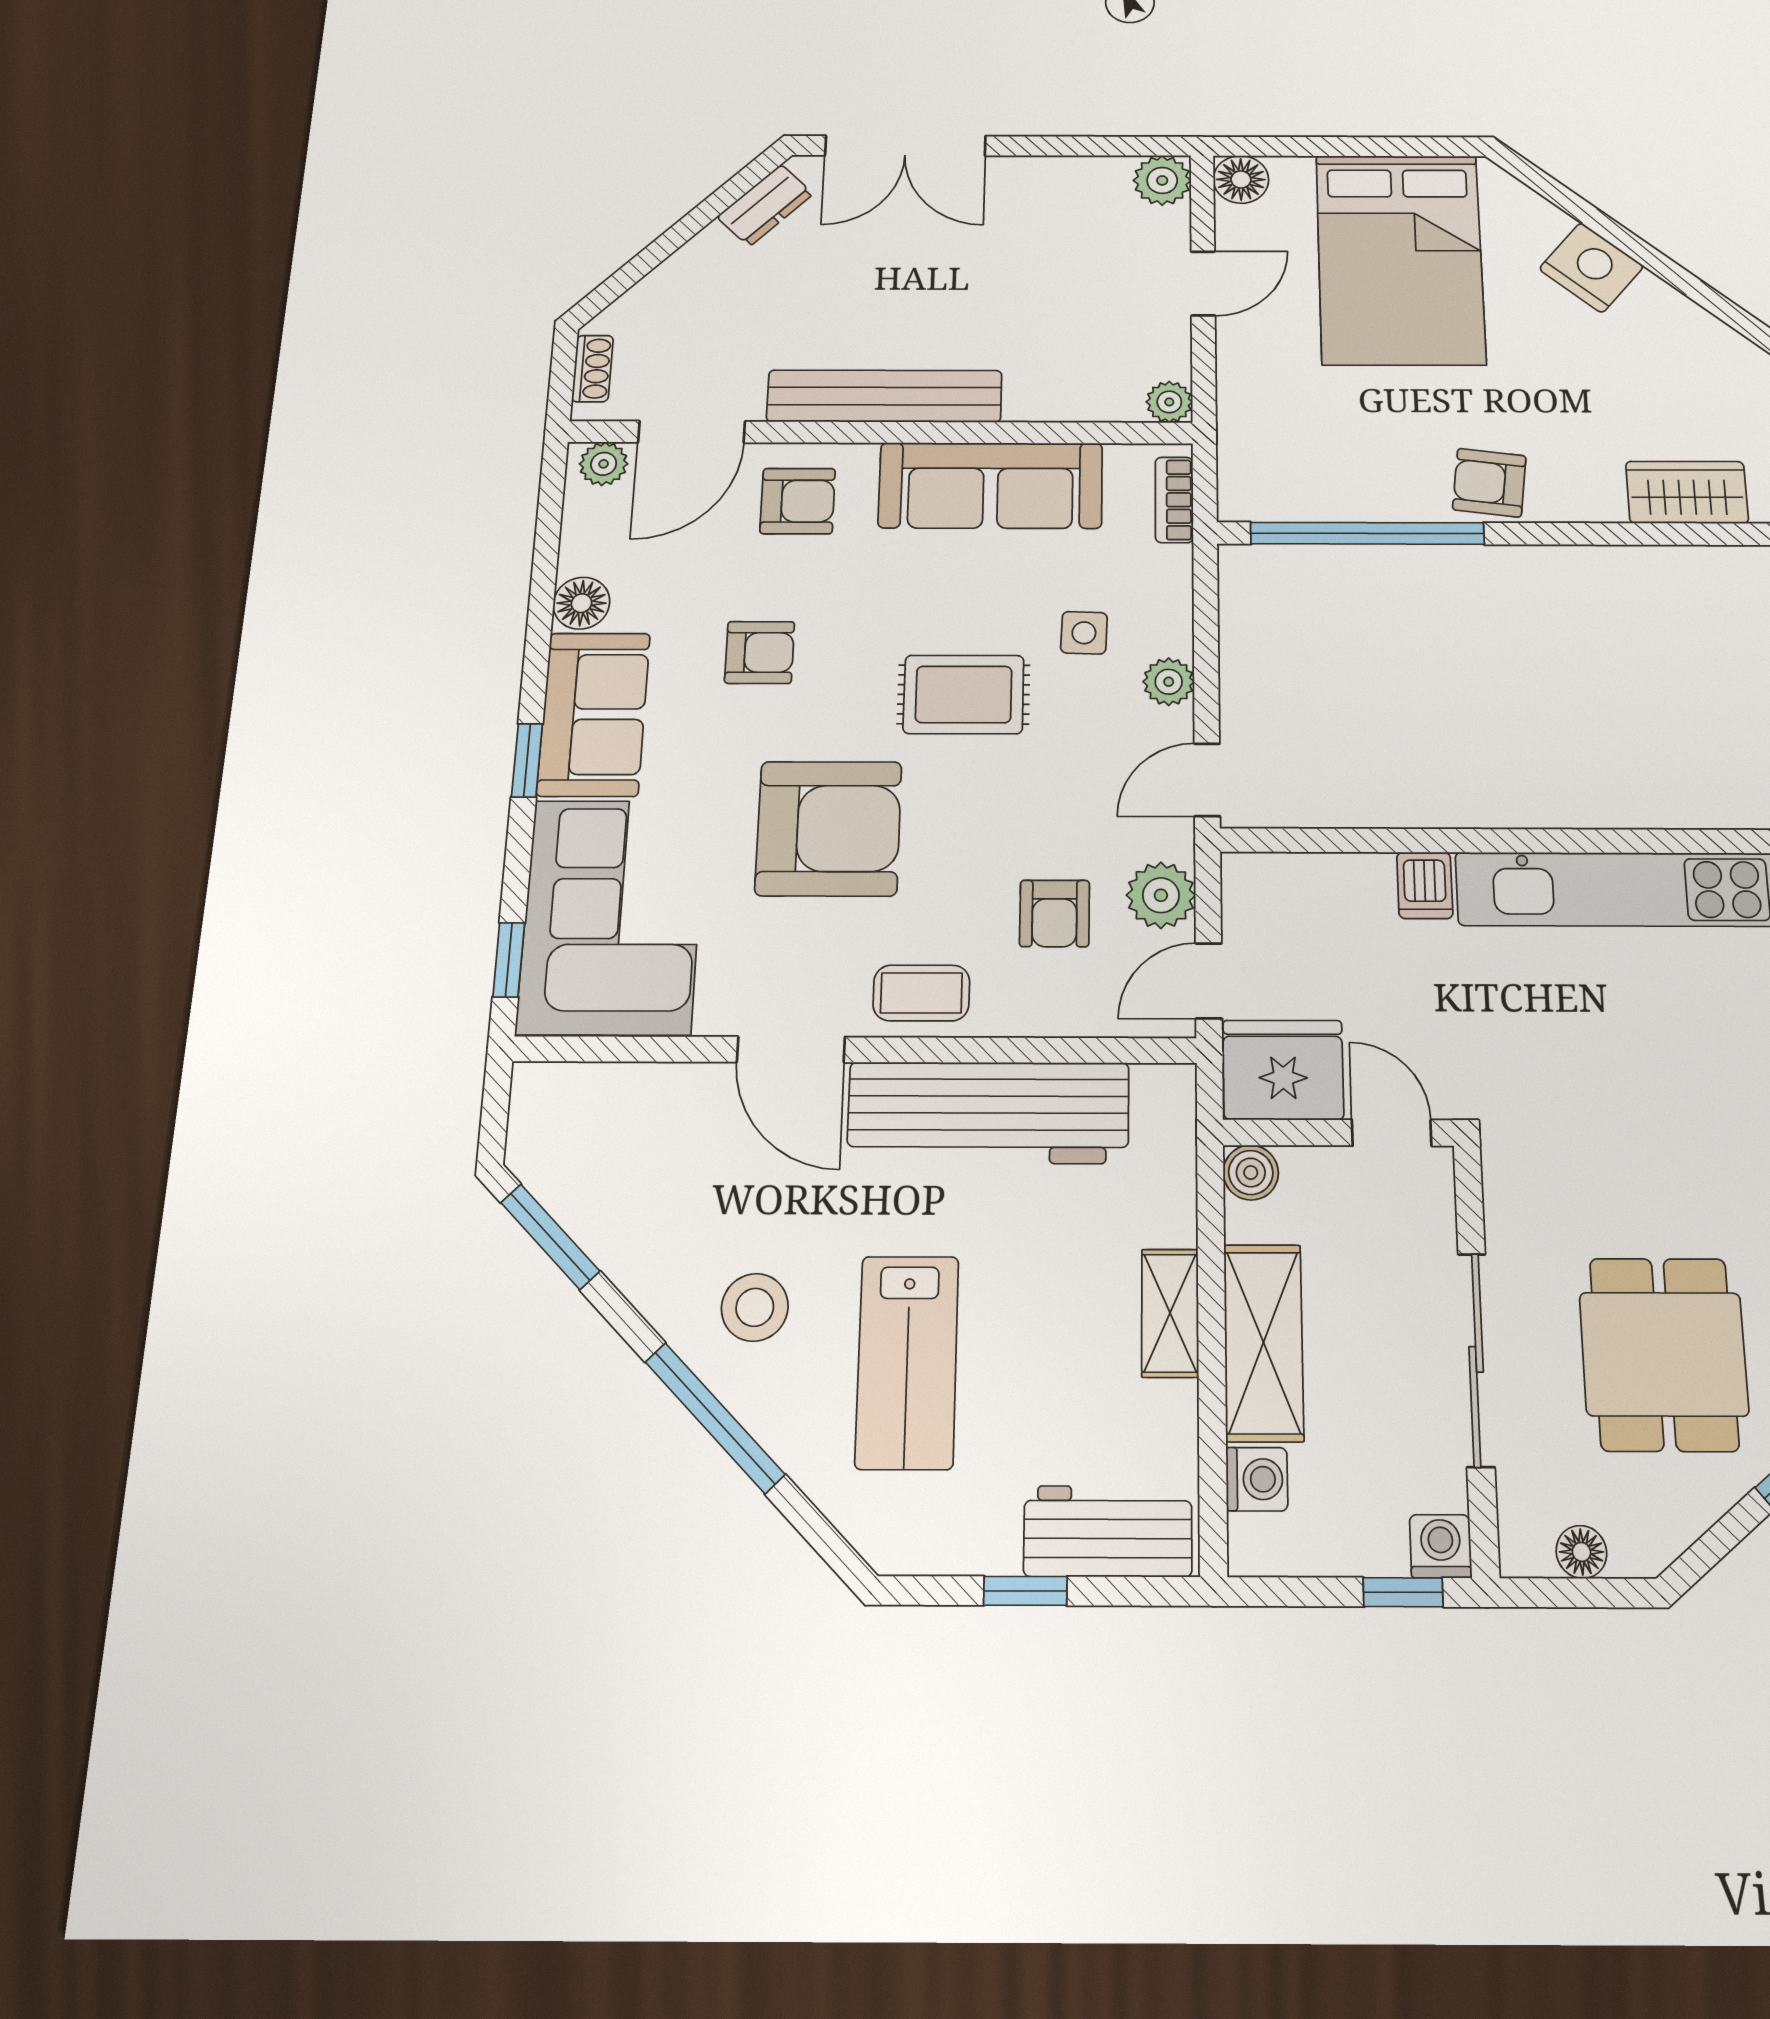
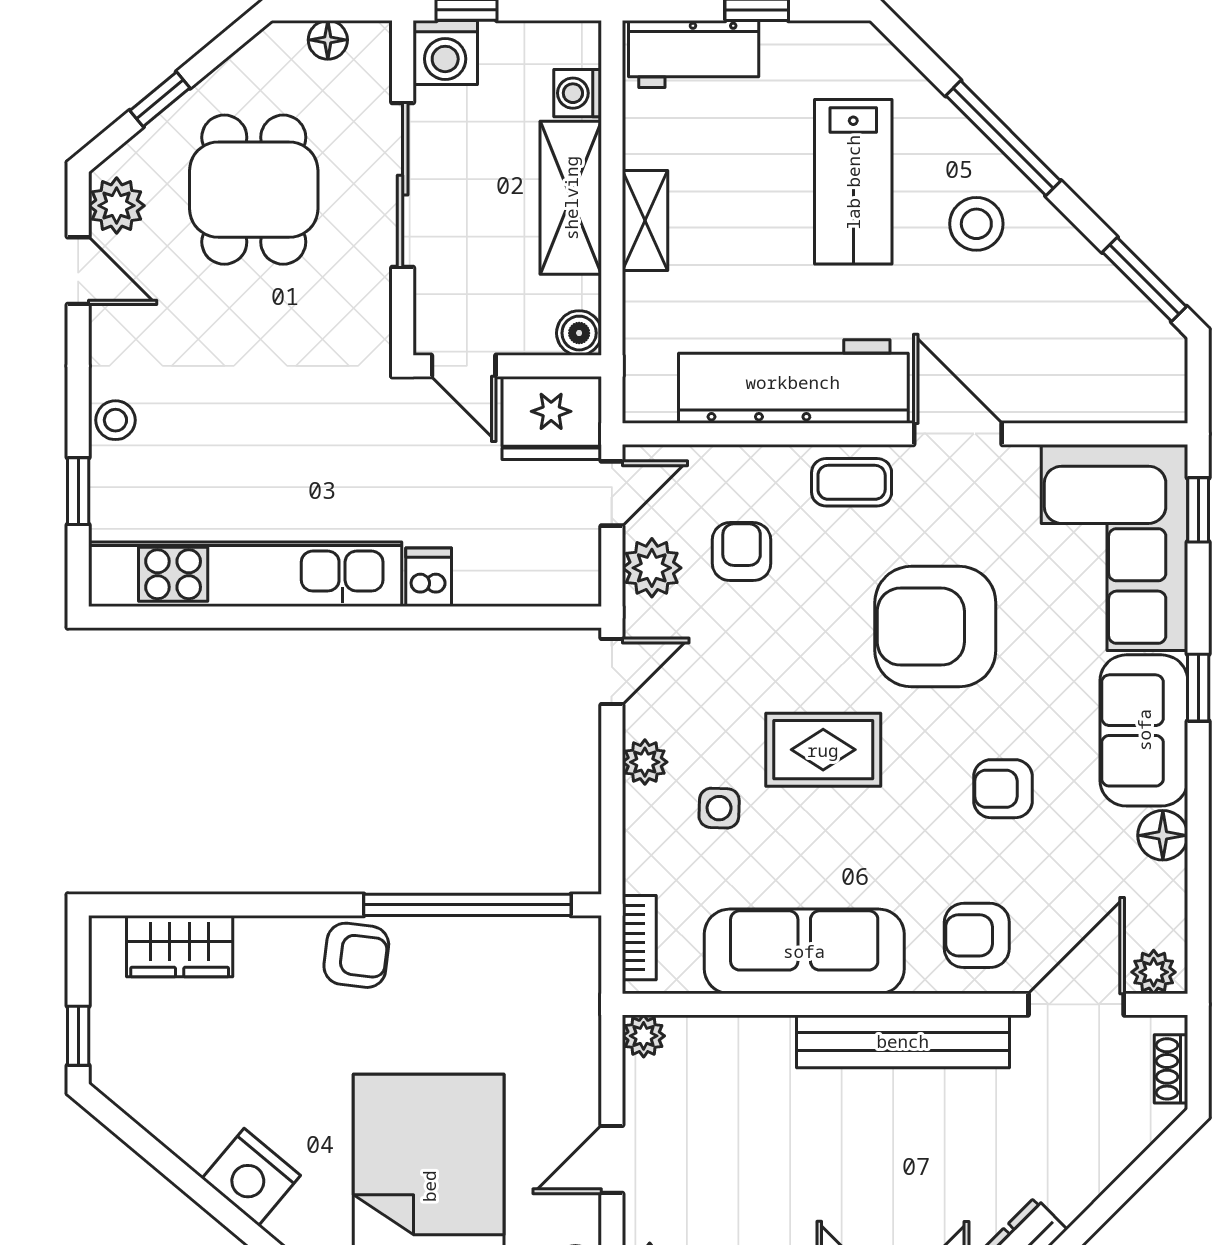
lab bench: (907, 1362) -> (853, 182), turned 180
washing machine: (1441, 1546) -> (445, 53), width x1.38, depth x1.38

